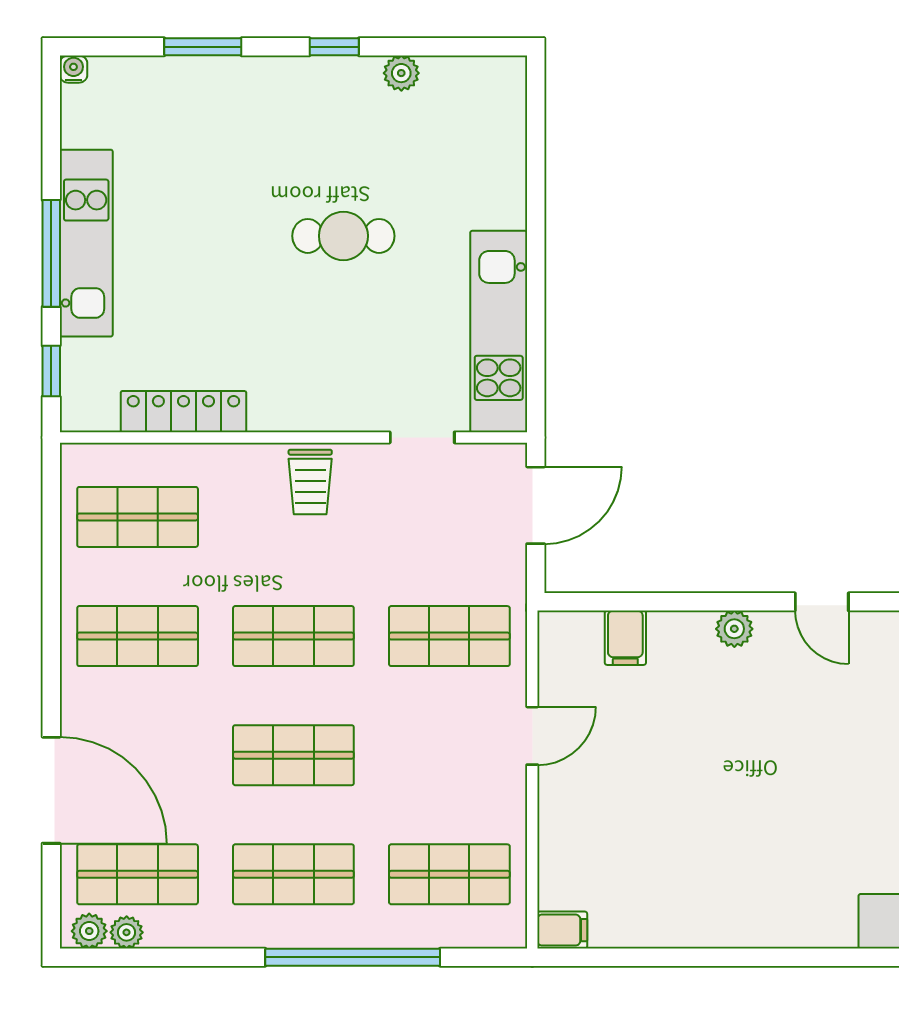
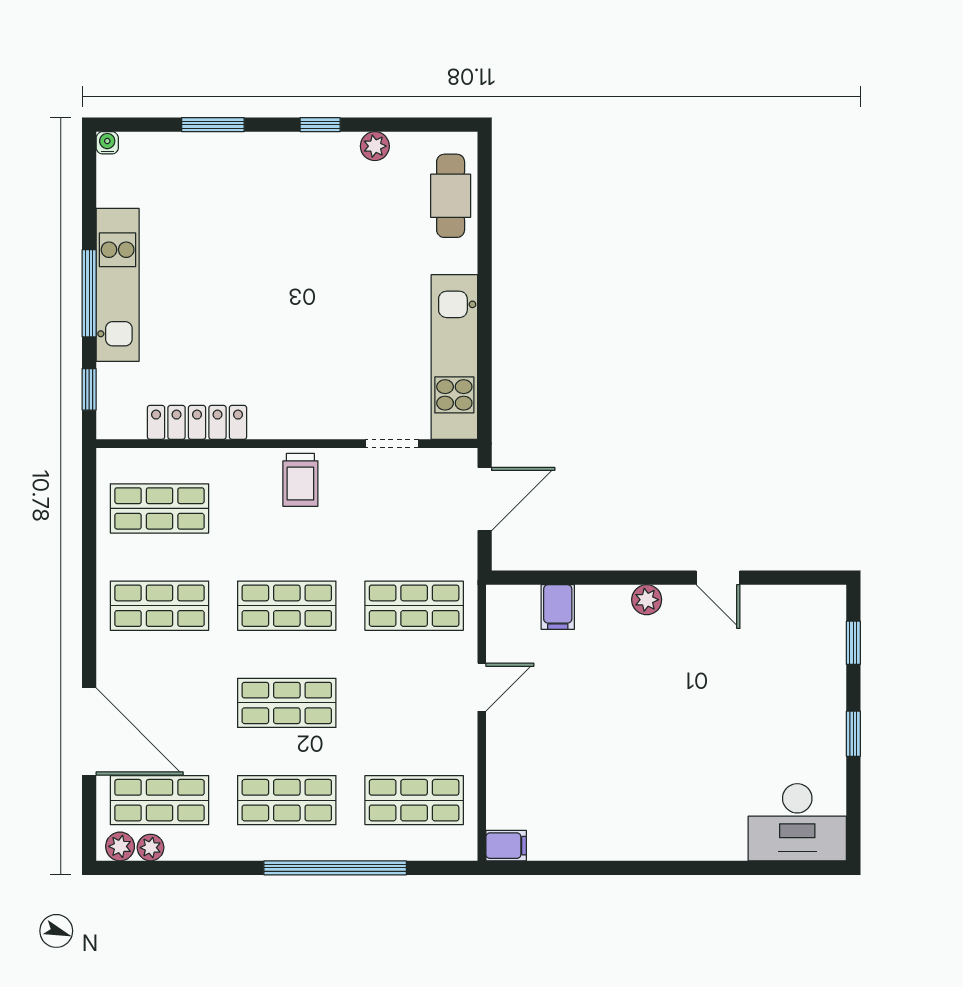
cafe table: (343, 236) -> (451, 196), moved, turned 90

